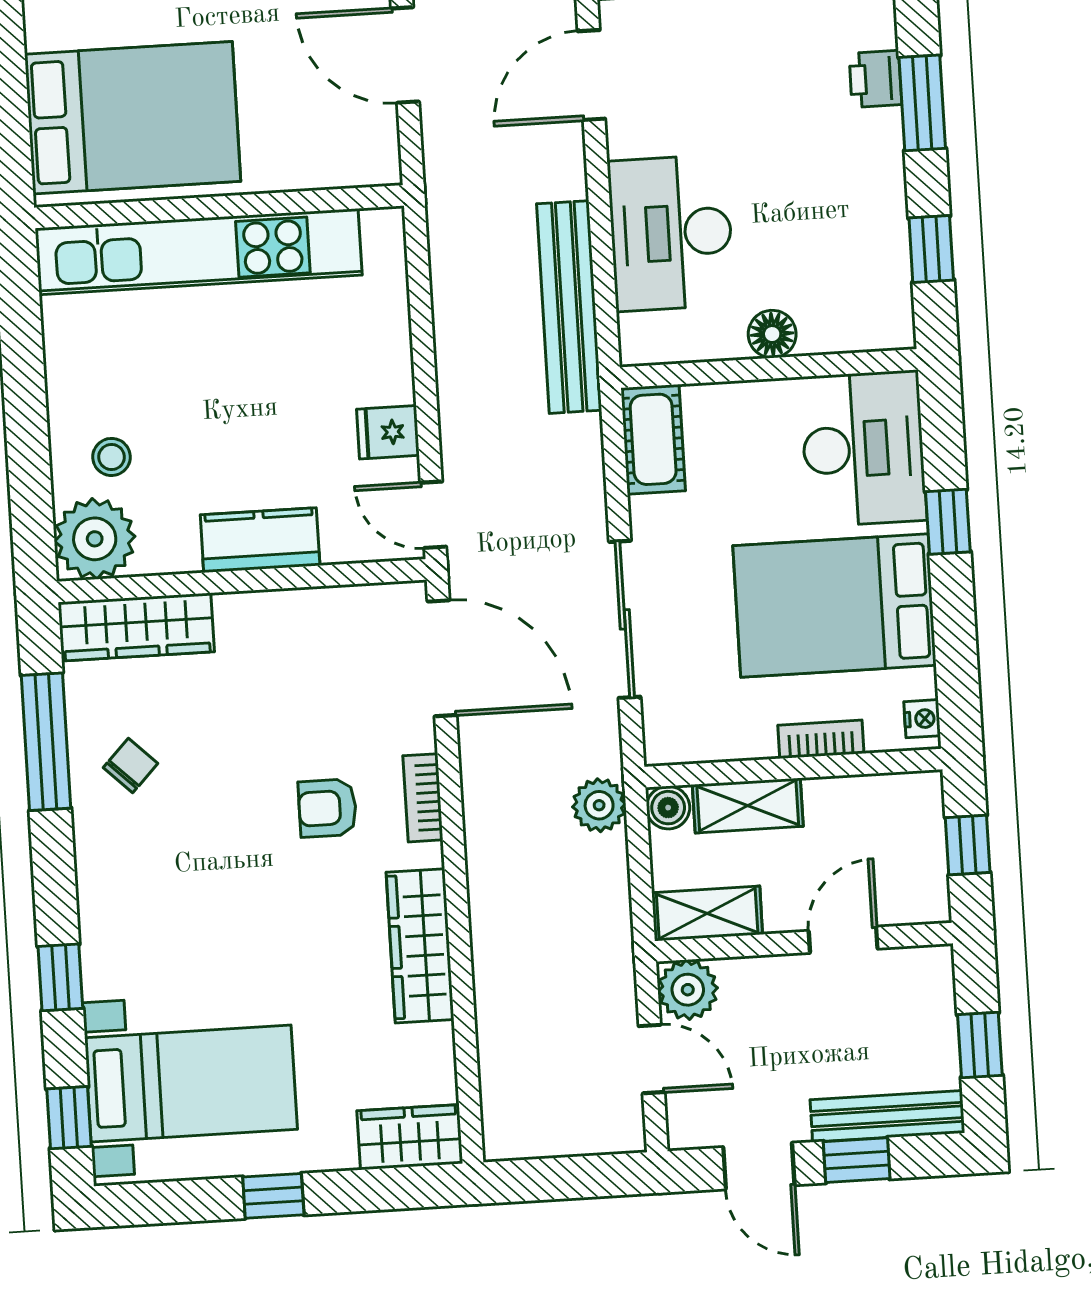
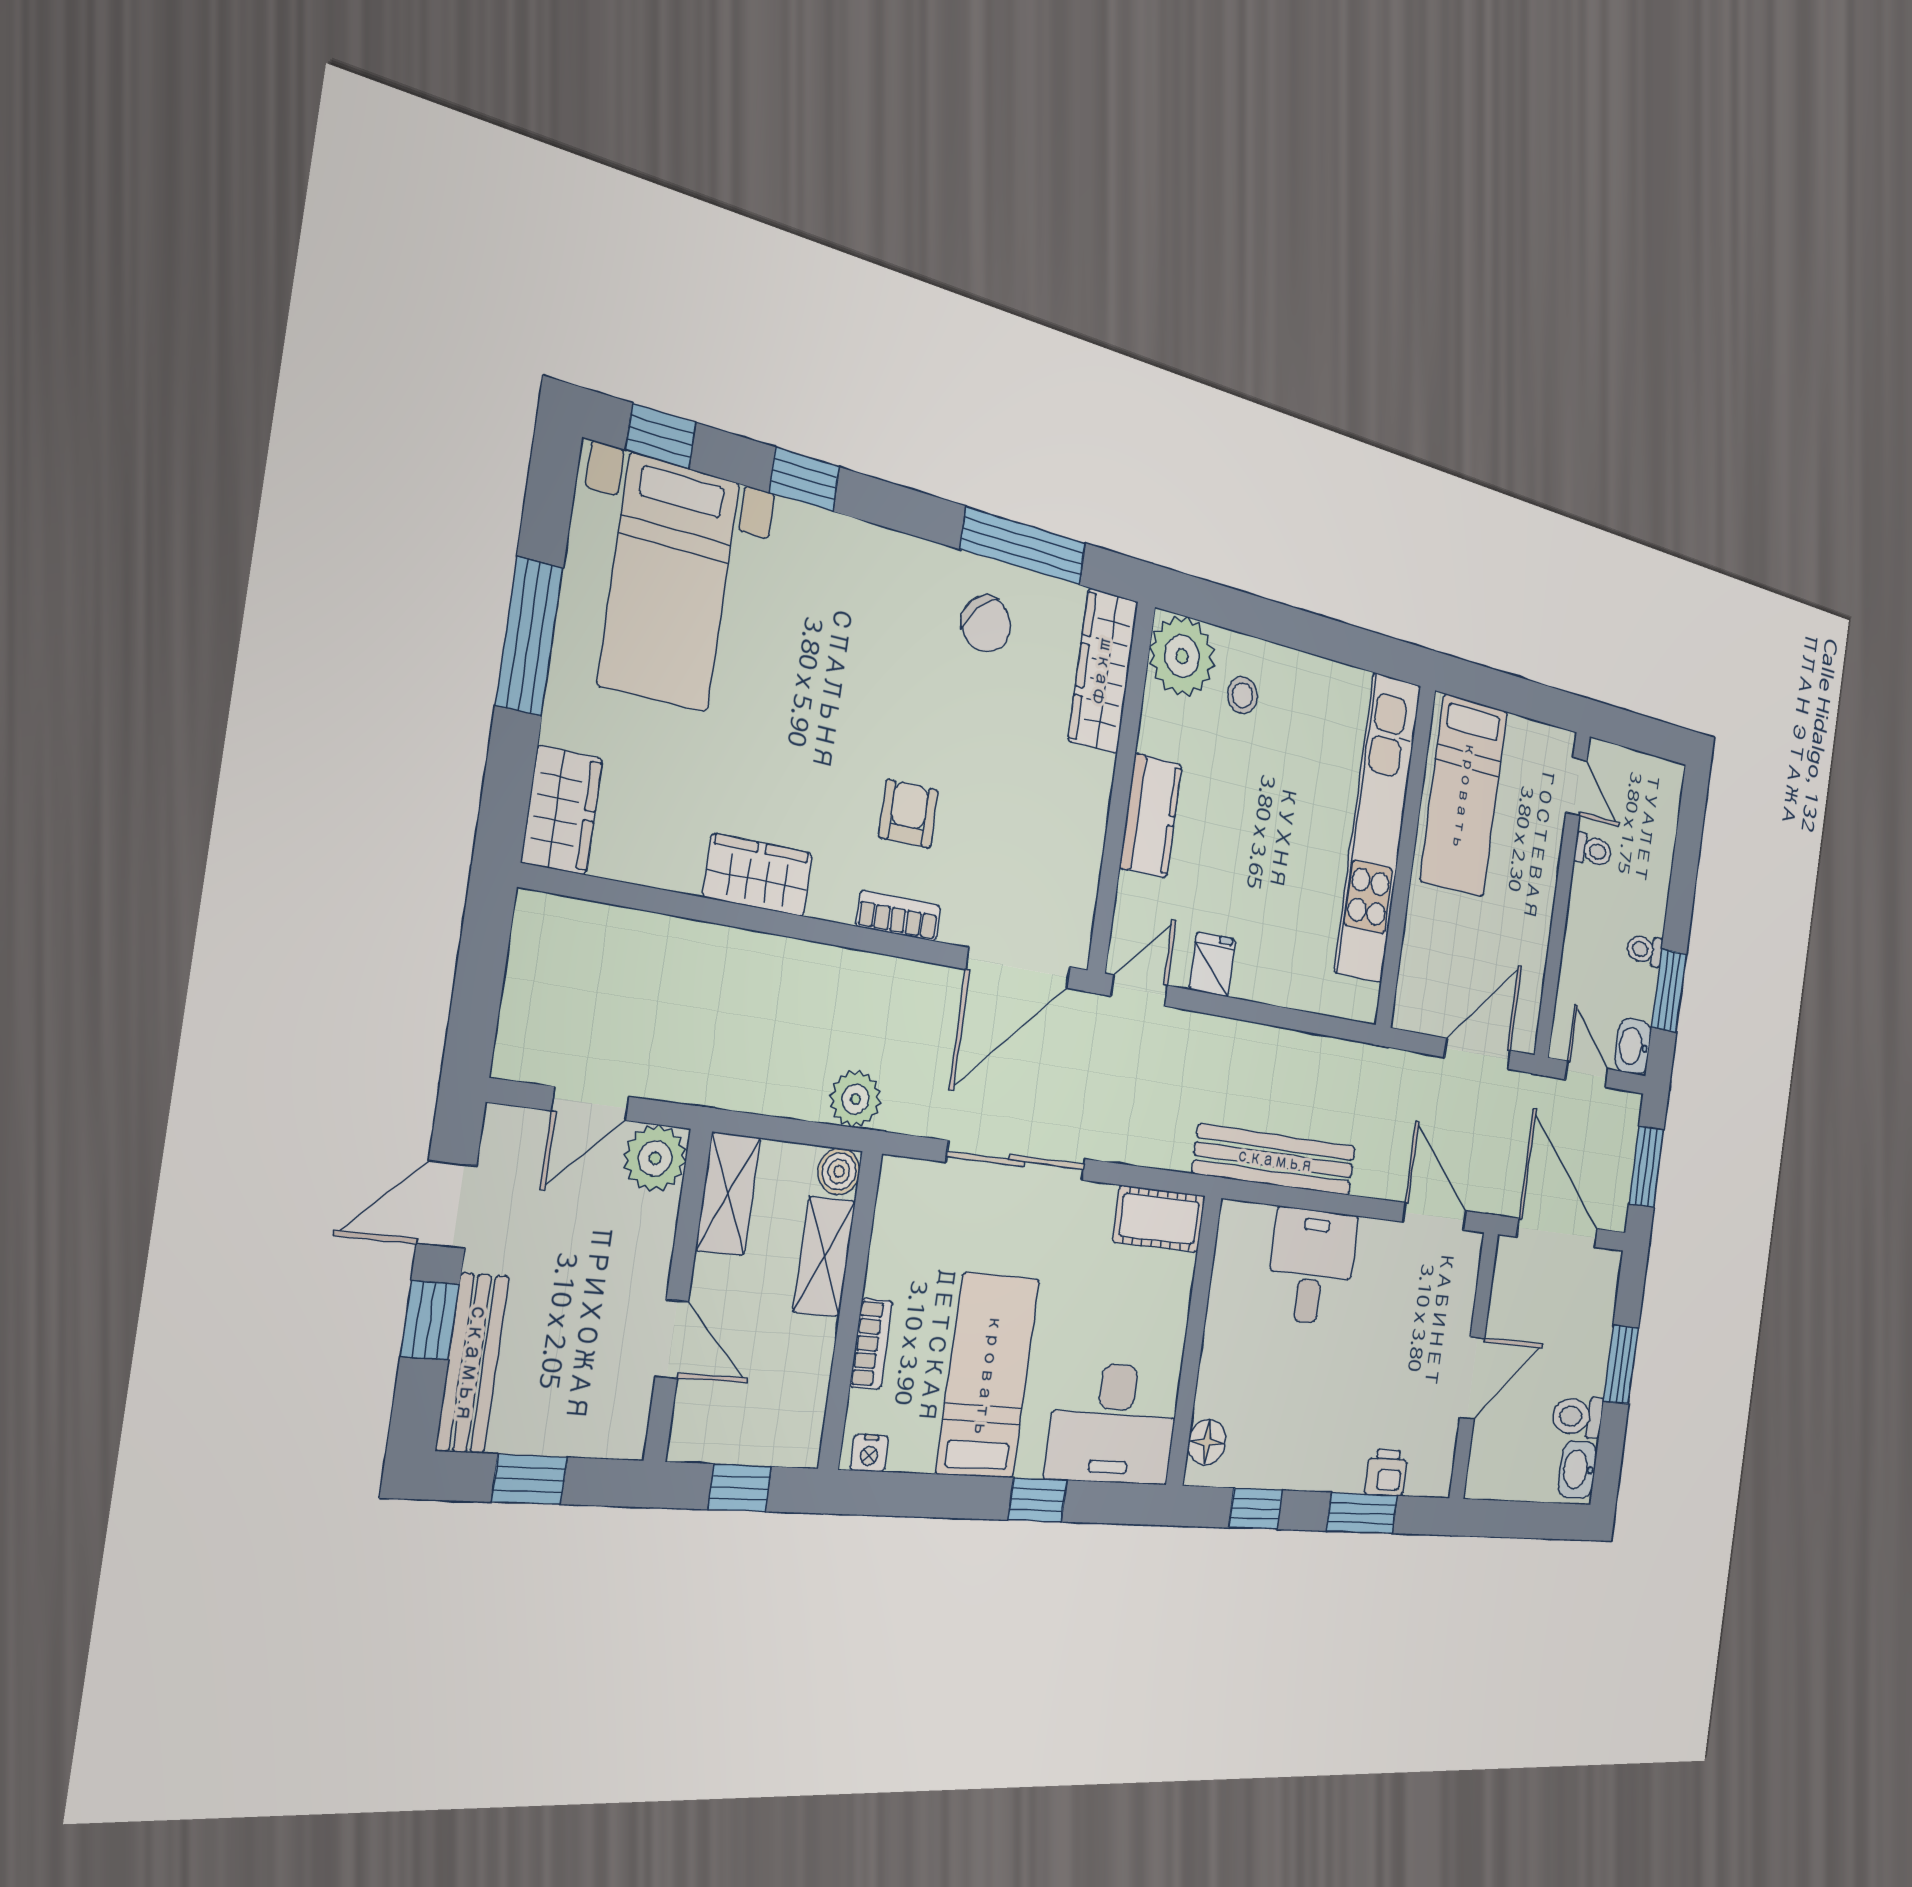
bed: (133, 118) -> (1464, 796), width x0.67
desk: (671, 233) -> (1312, 1266), width x0.73
floor lamp: (772, 334) -> (1207, 1442), moved
bed: (834, 606) -> (988, 1376), width x0.67
chair: (131, 765) -> (986, 624), width x1.37, depth x1.37
wardrobe: (420, 946) -> (758, 875), width x0.67
window: (273, 1196) -> (529, 636), width x2.17

